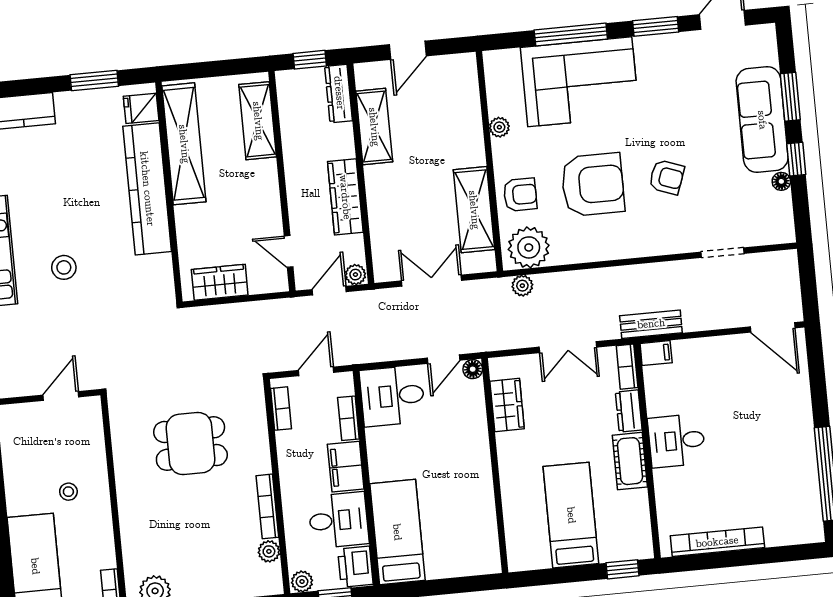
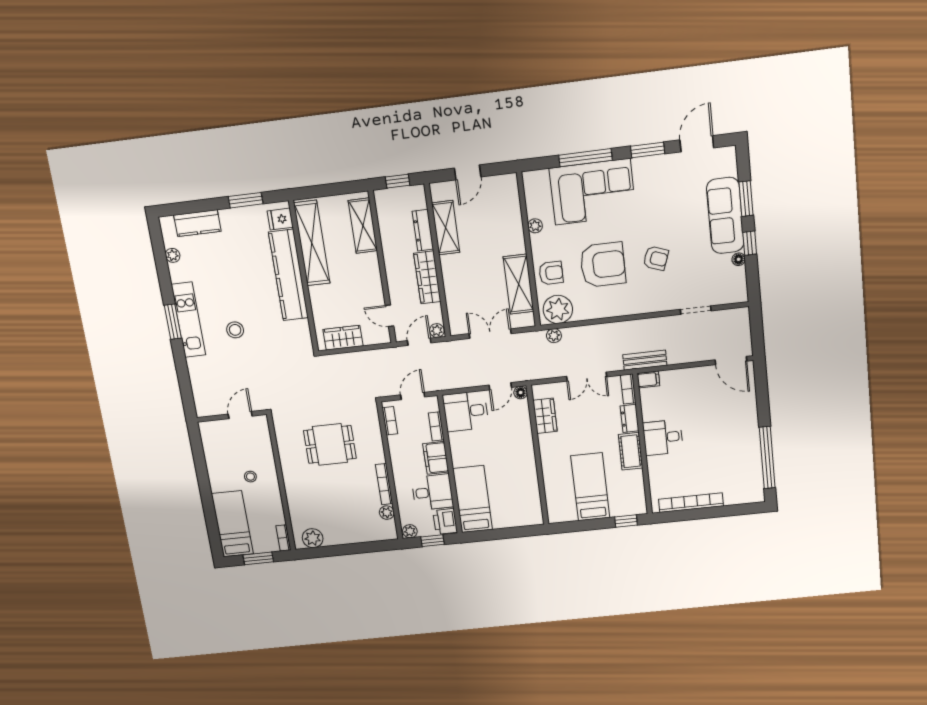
dresser: (339, 93) -> (423, 230), moved

